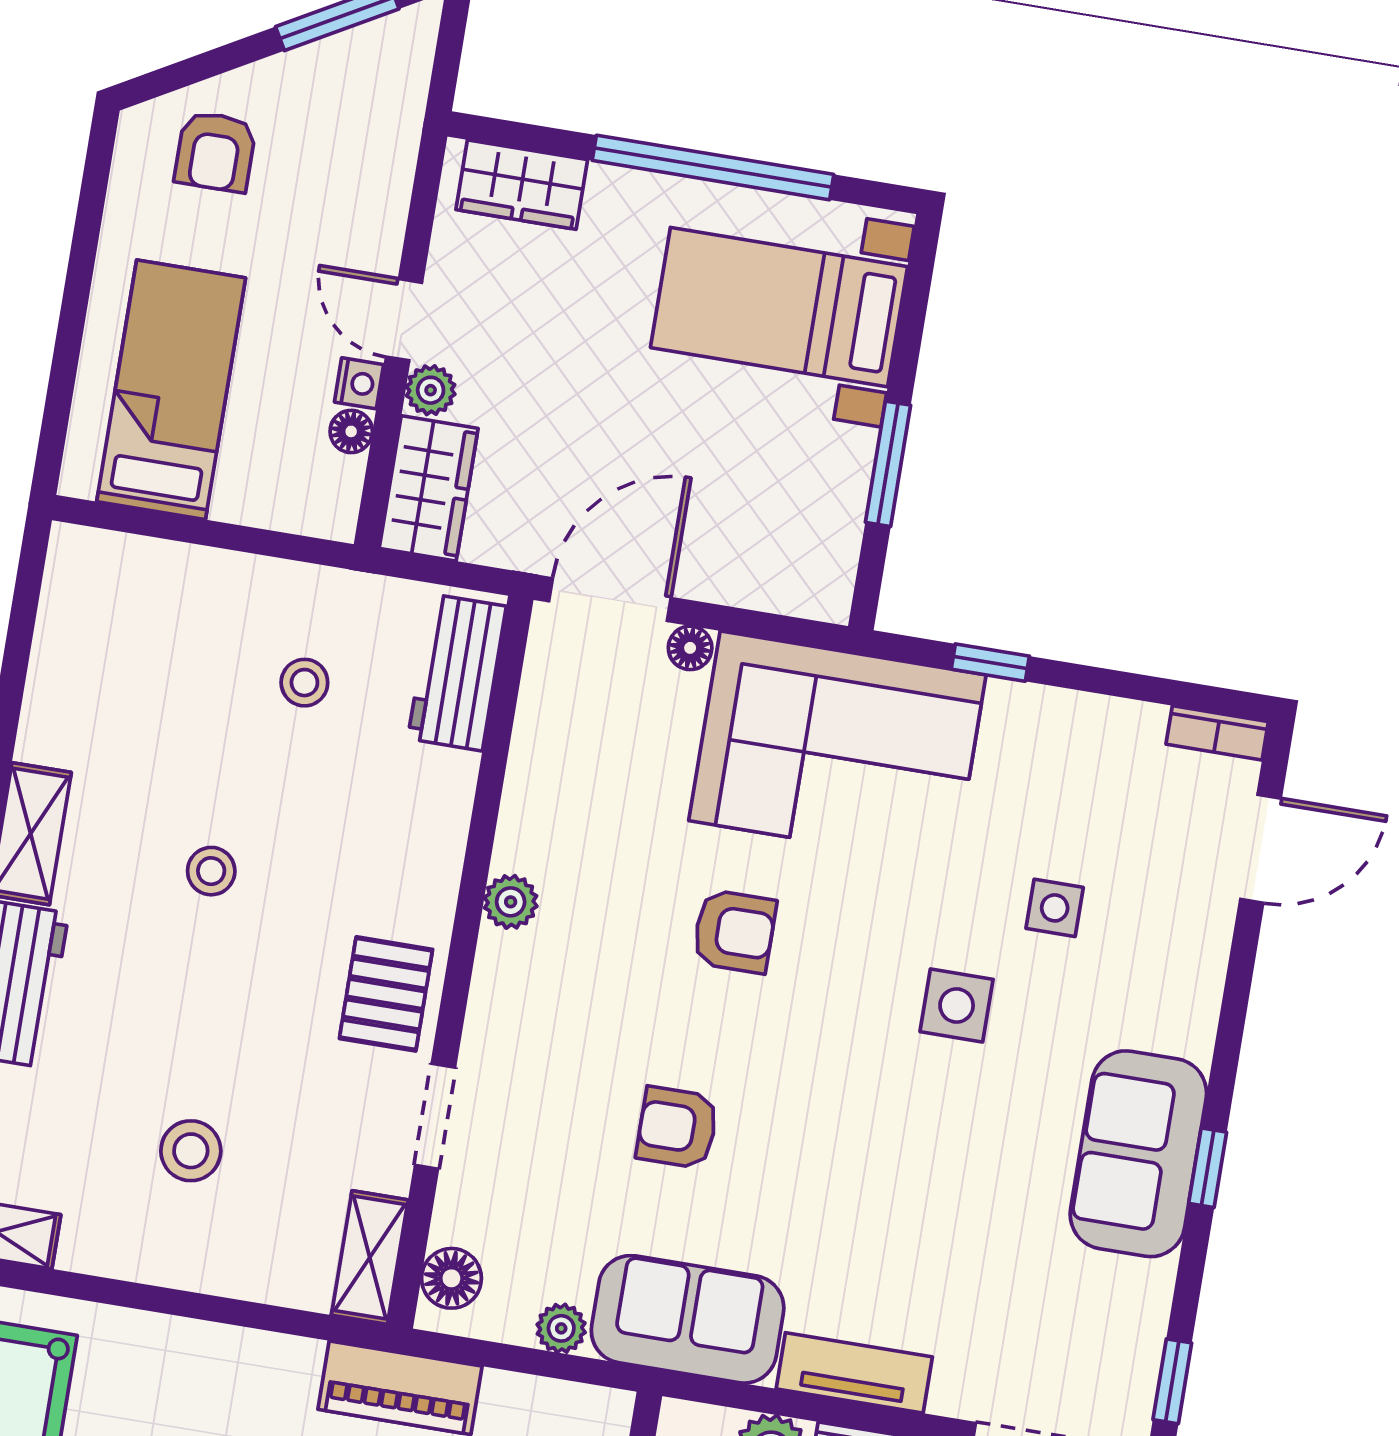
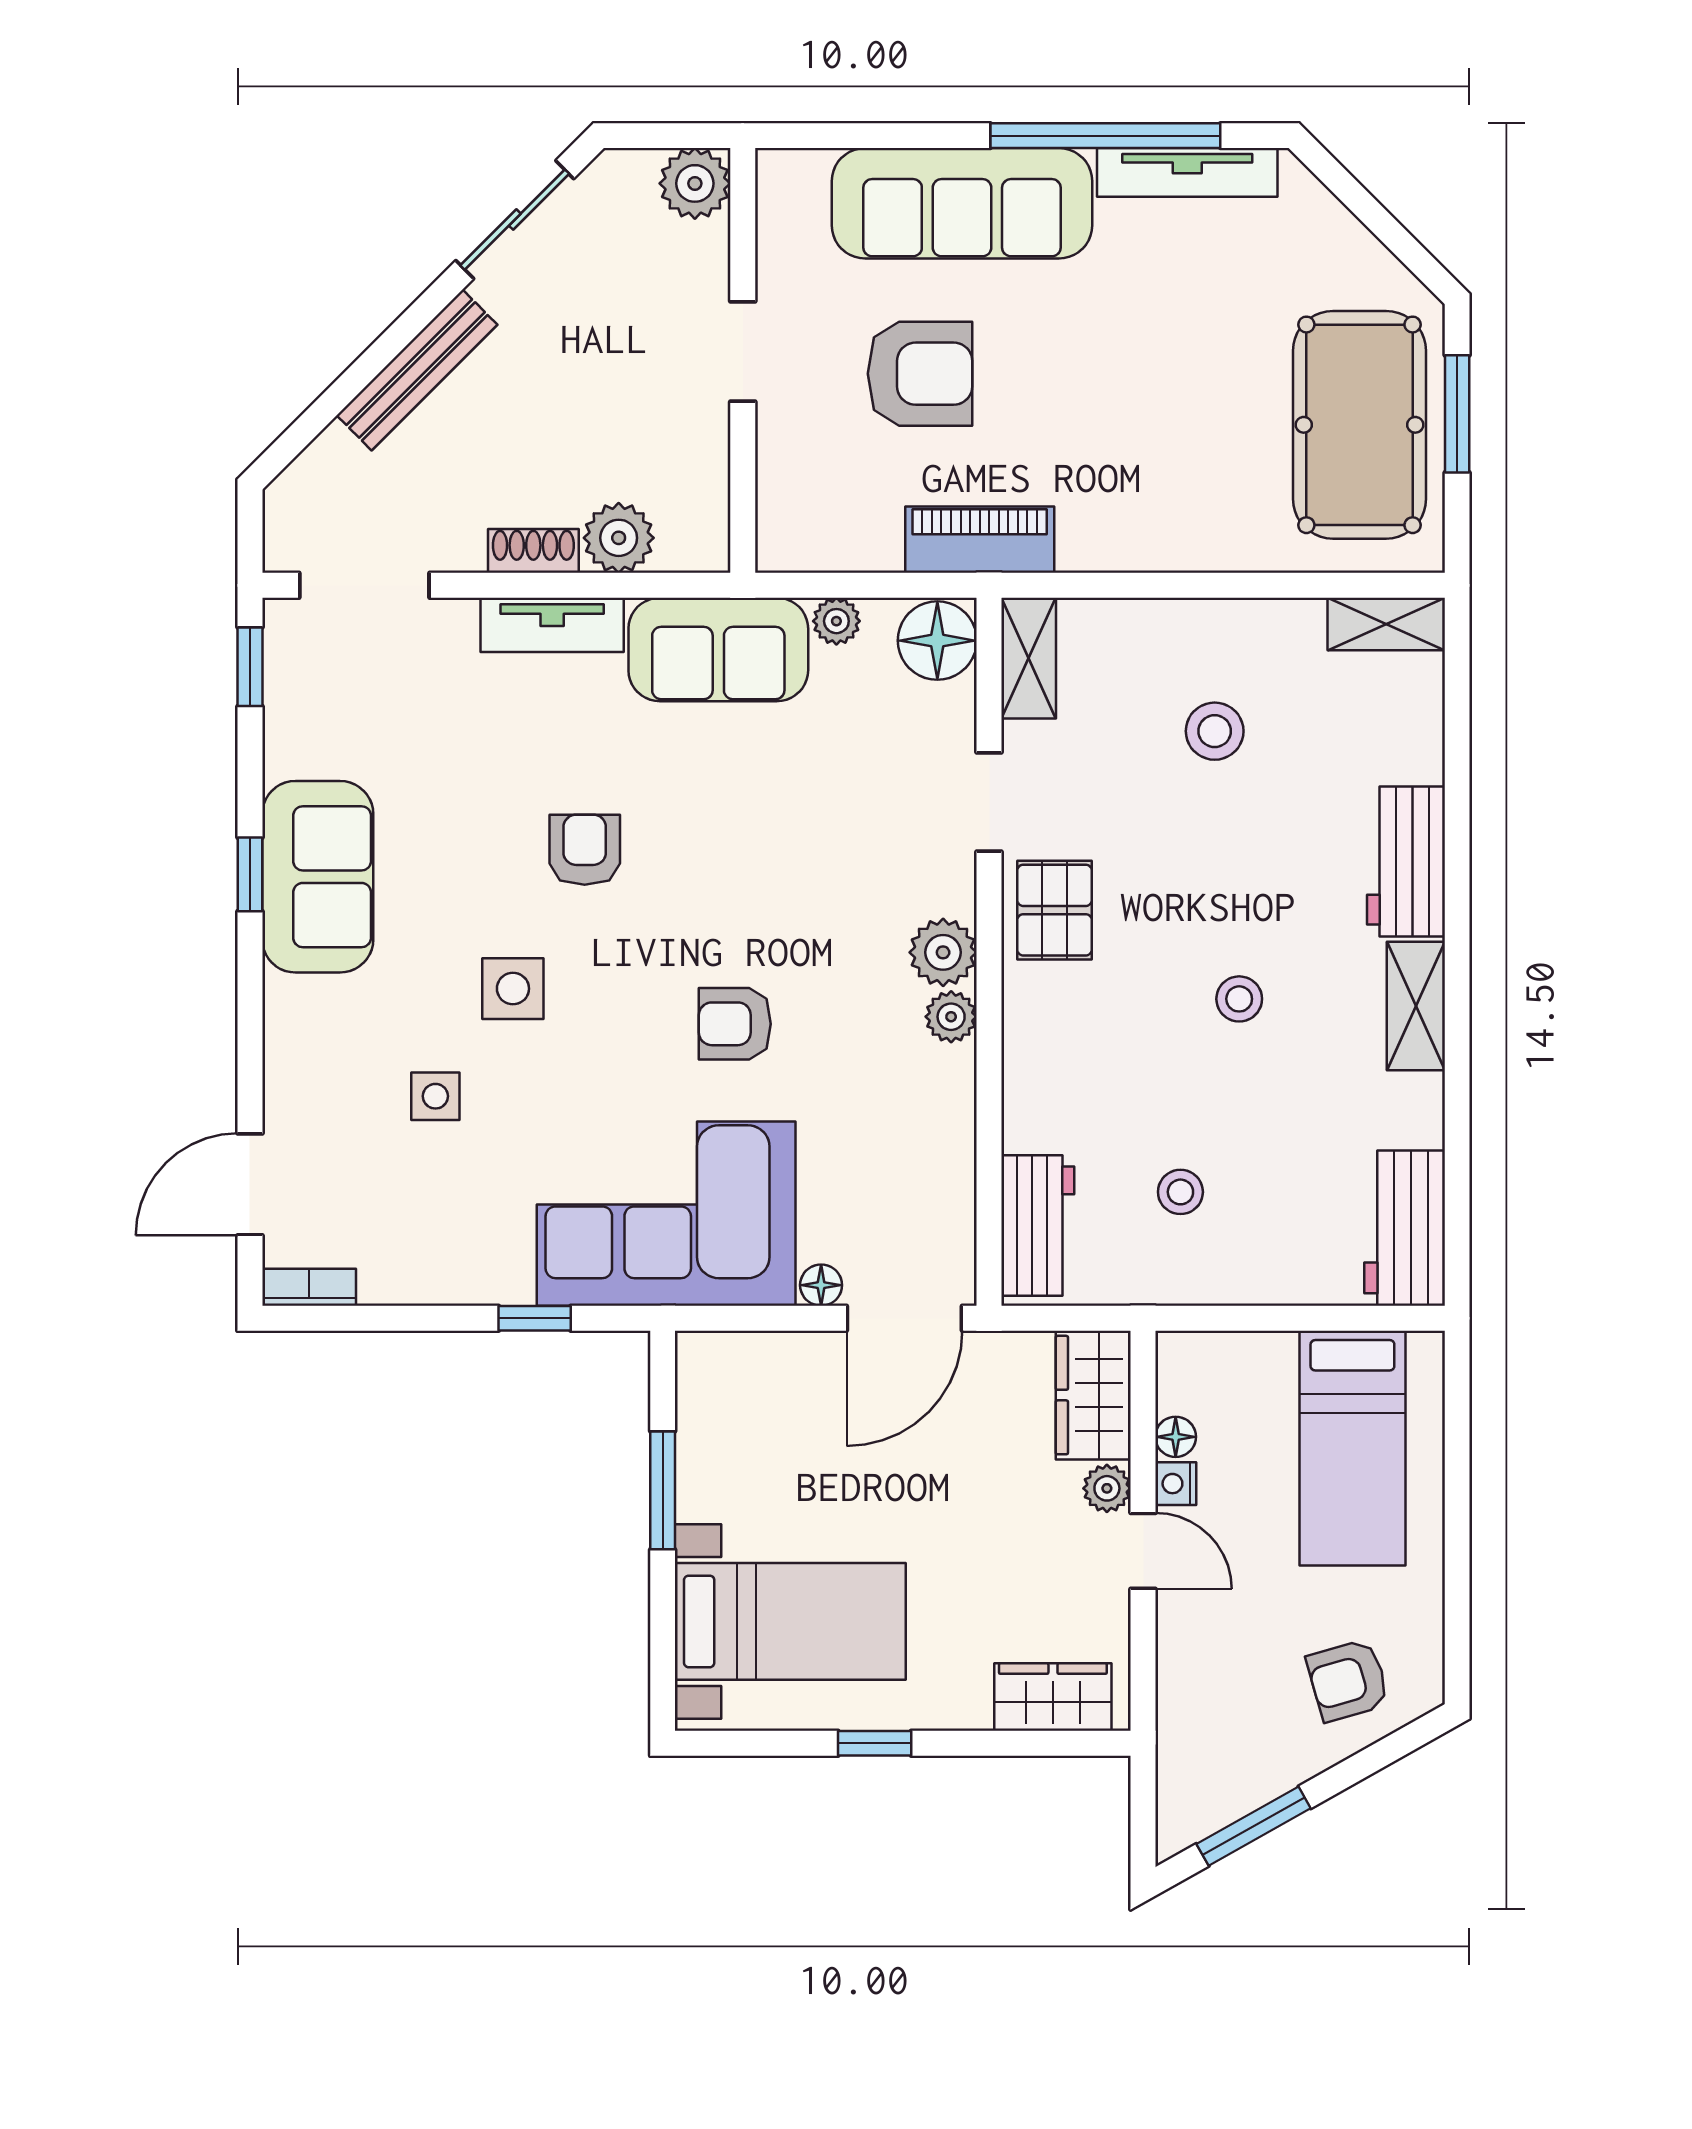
armchair: (215, 152) -> (1348, 1680), turned -106
window: (713, 167) -> (875, 1743), width x0.32
workbench: (80, 607) -> (1405, 1228), added
plant: (508, 969) -> (943, 952), added
armchair: (677, 1128) -> (585, 850), moved, turned -90
floor lamp: (451, 1278) -> (937, 641), width x1.38, depth x1.38

